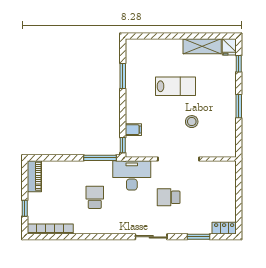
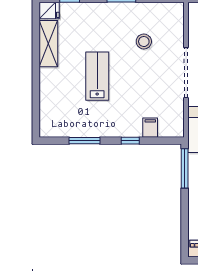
stool: (192, 122) -> (144, 42), moved
window: (123, 145) -> (130, 141), moved

